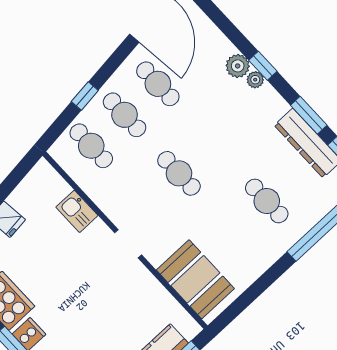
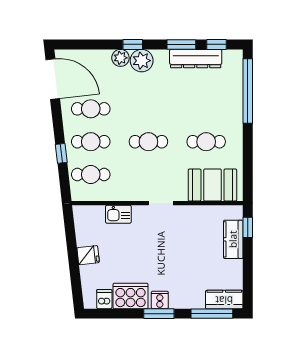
plant: (255, 80) -> (142, 61), width x1.88, depth x1.88
cafe table: (267, 201) -> (206, 142), moved

